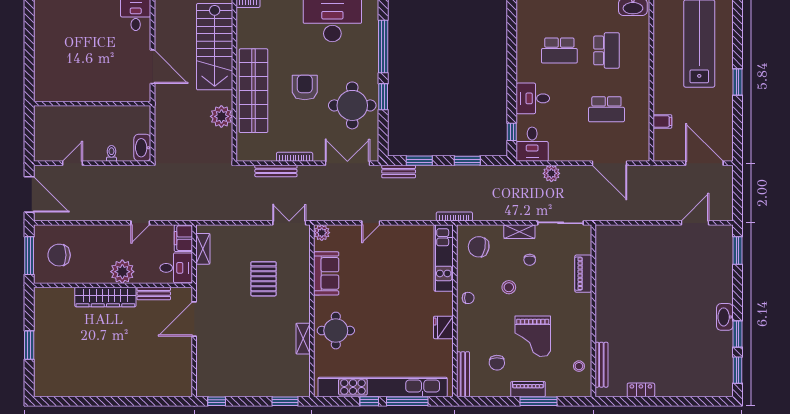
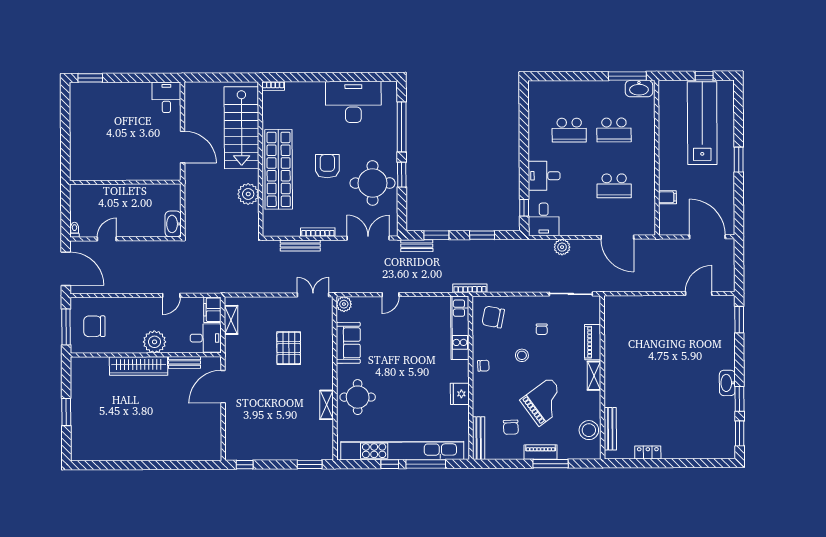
school desk: (606, 50) -> (614, 130), turned 90
toilet: (111, 153) -> (75, 230), moved
shelving: (519, 232) -> (594, 376), moved, turned 90
grand piano: (533, 336) -> (545, 402), turned -126
stool: (579, 366) -> (589, 430), width x1.89, depth x1.89

